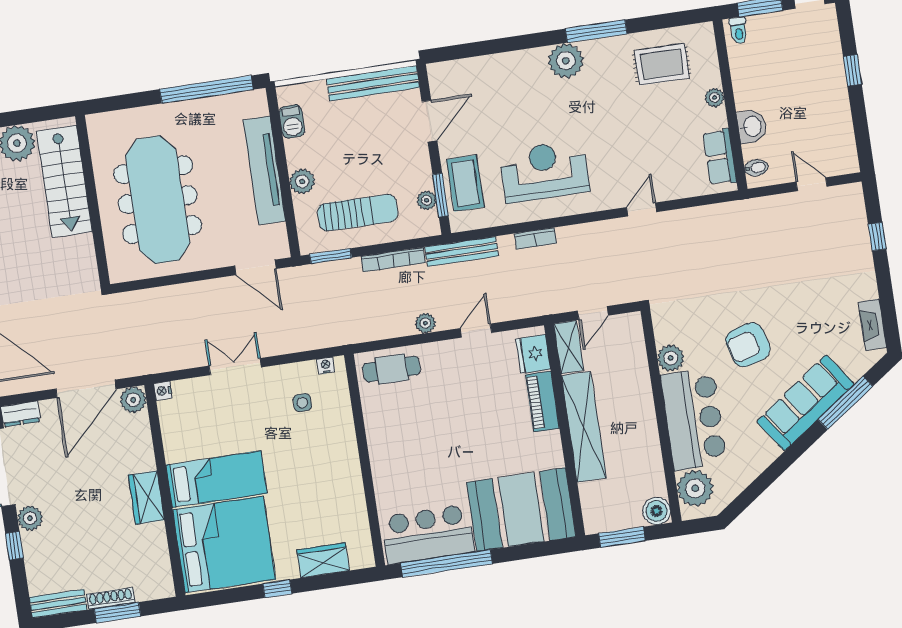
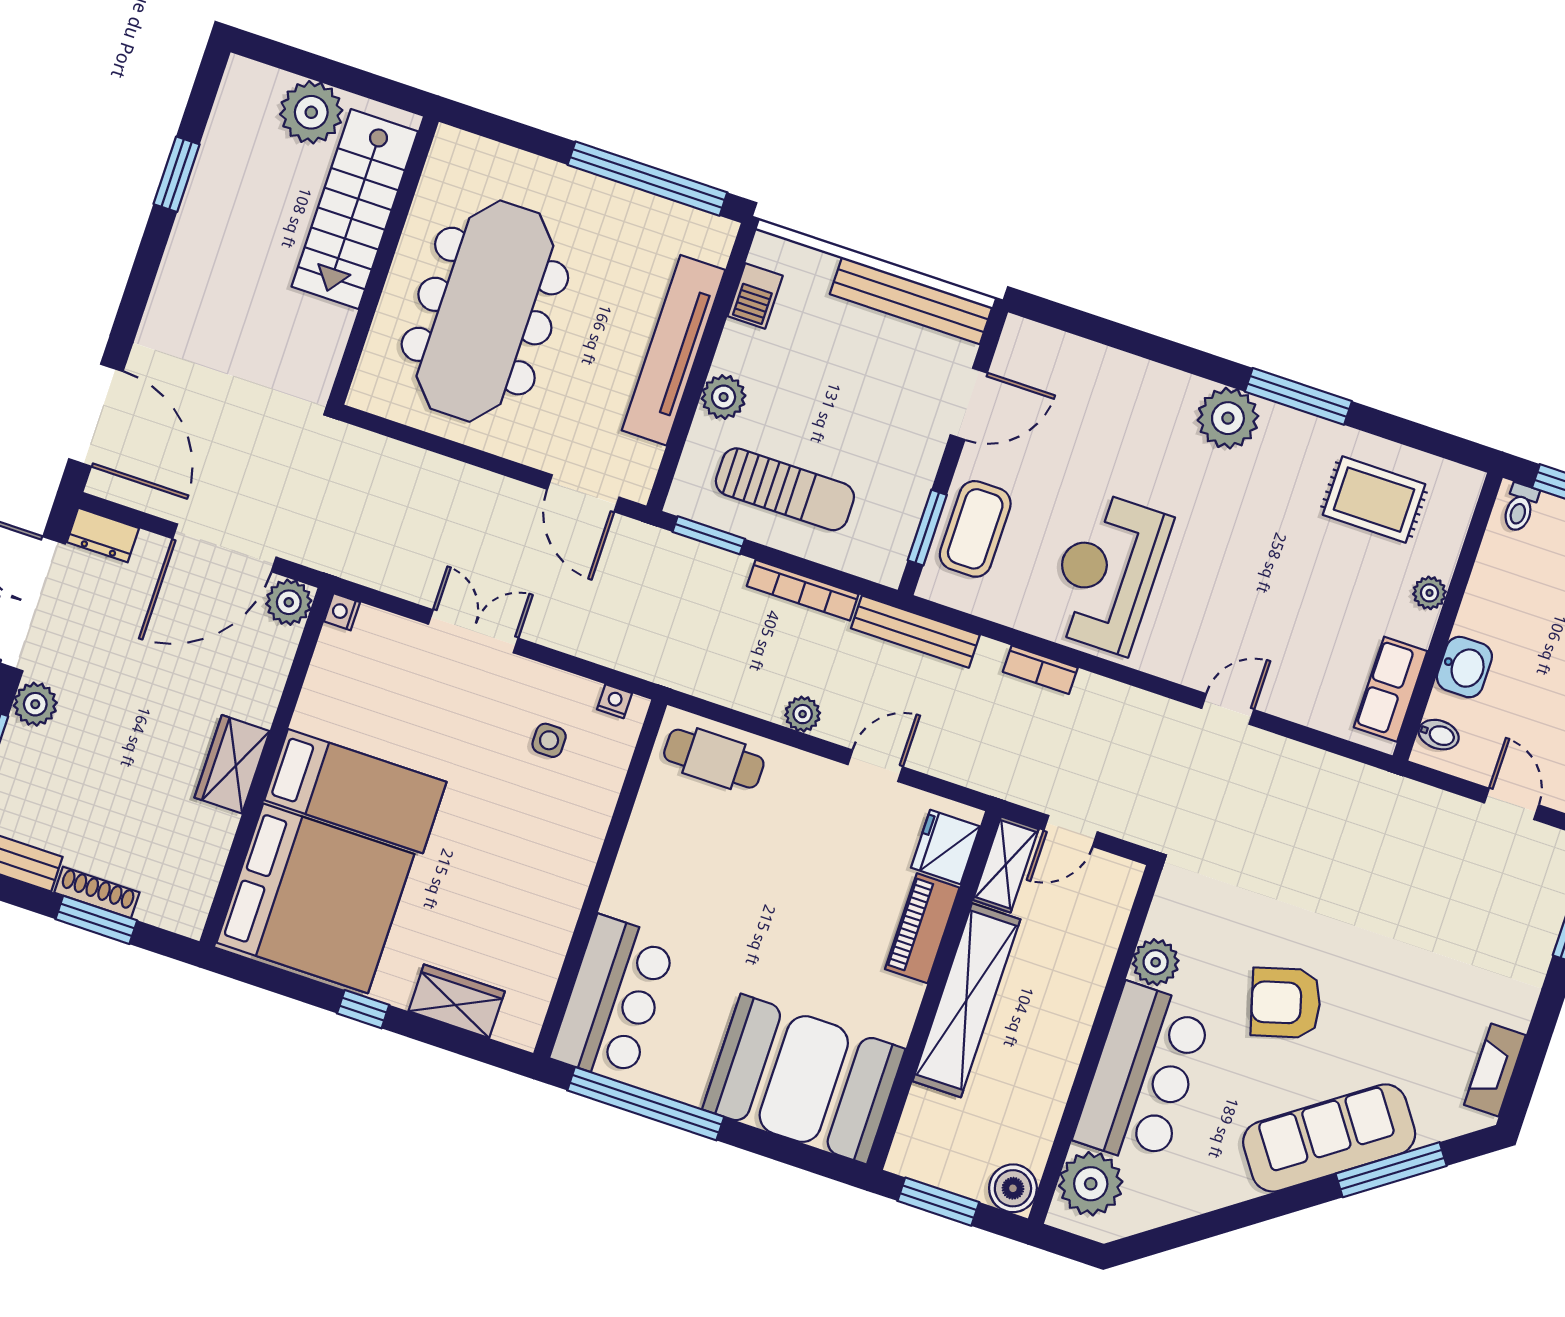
reception desk: (544, 171) -> (1107, 573), turned -90
plant: (427, 200) -> (902, 525), removed
bar counter: (428, 534) -> (614, 999), moved, turned 90

